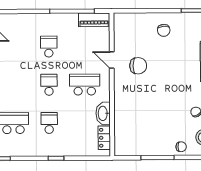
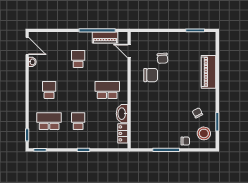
piano: (94, 20) -> (105, 38), moved
chair: (164, 30) -> (162, 58), moved
door: (112, 60) -> (129, 51), moved
school desk: (49, 85) -> (49, 90), moved

